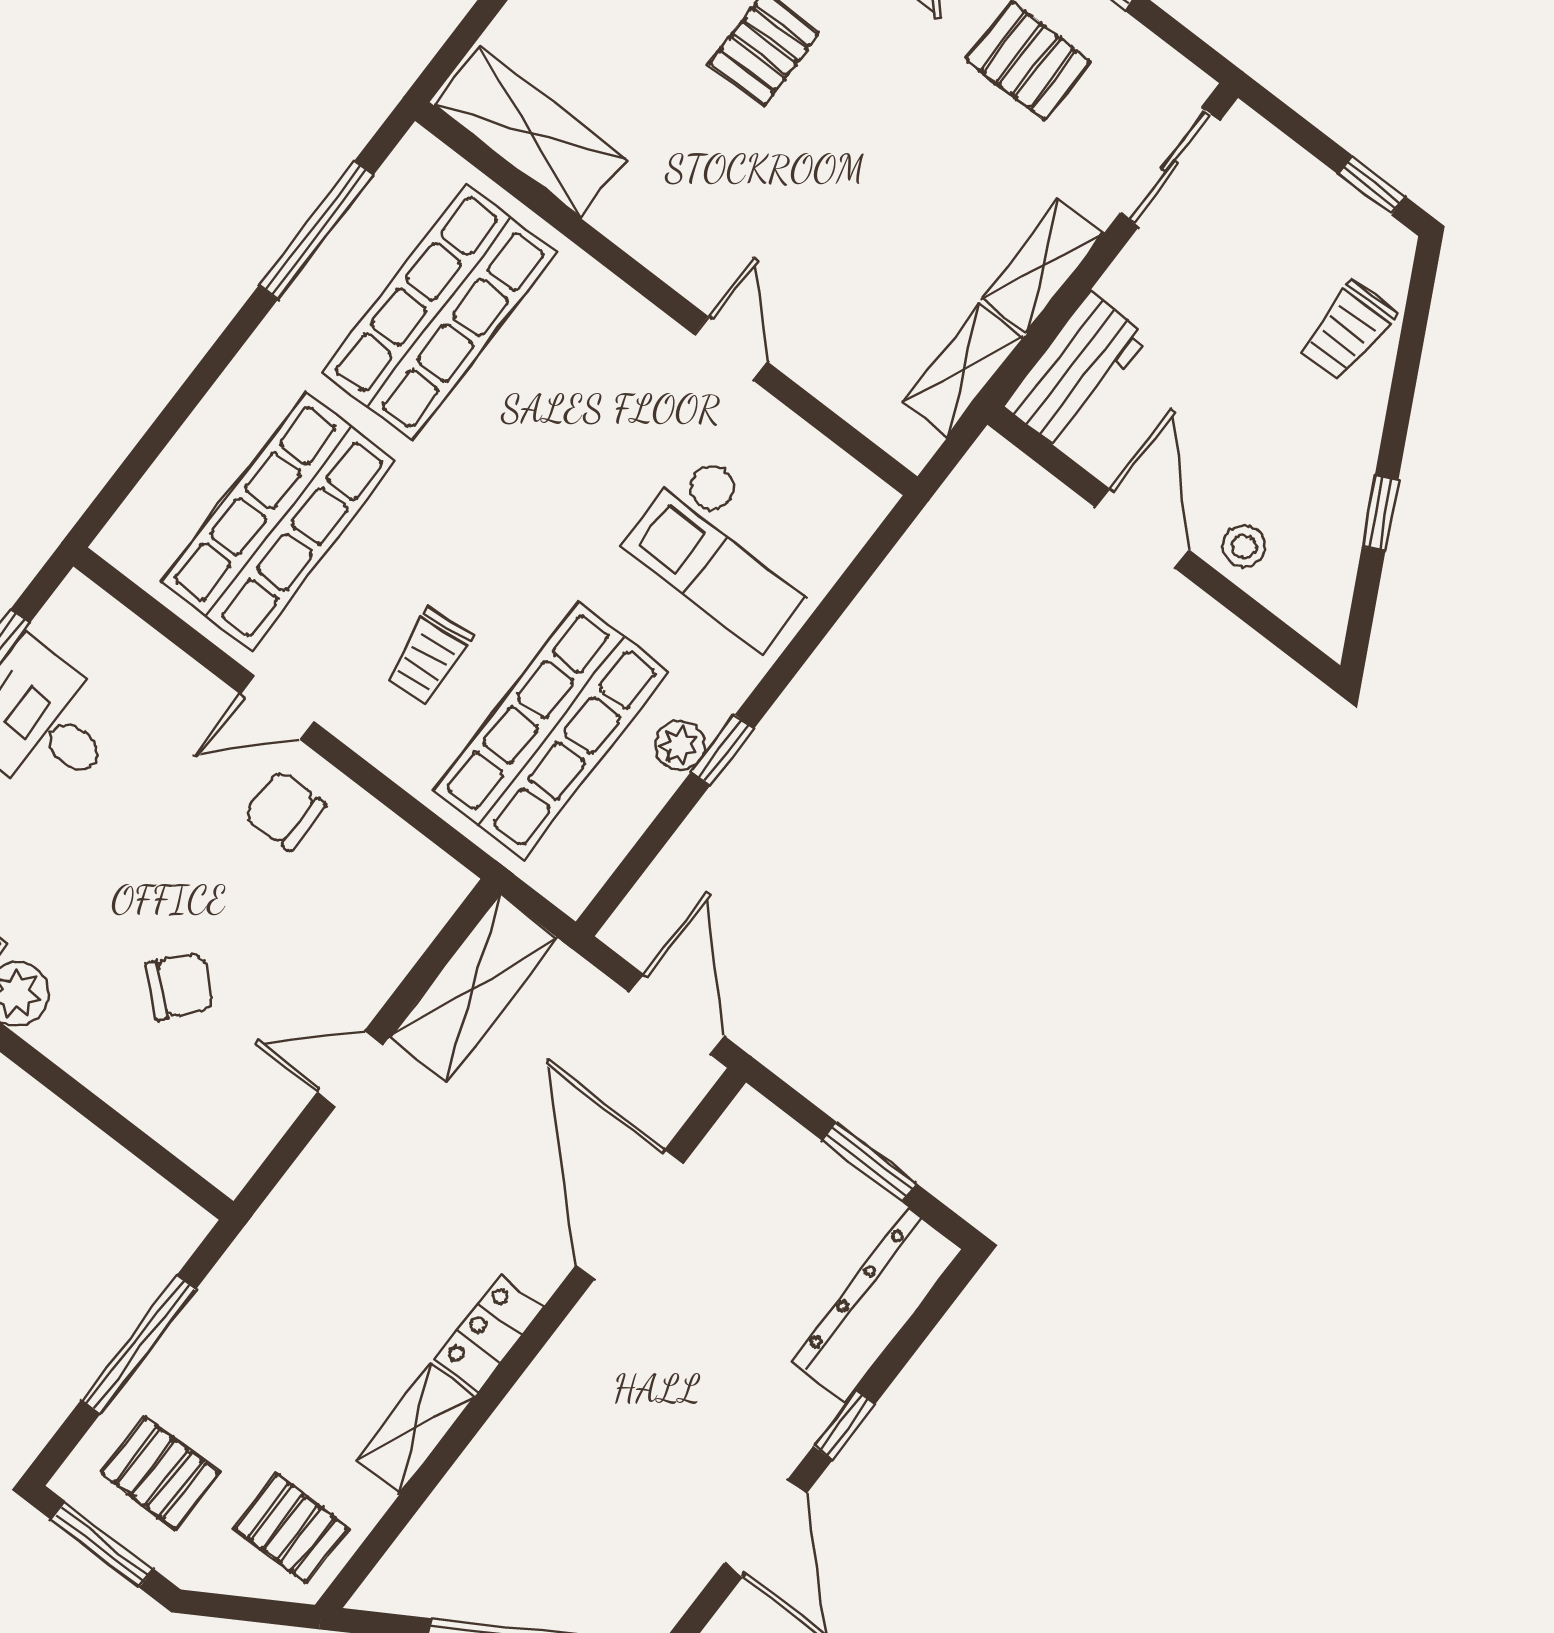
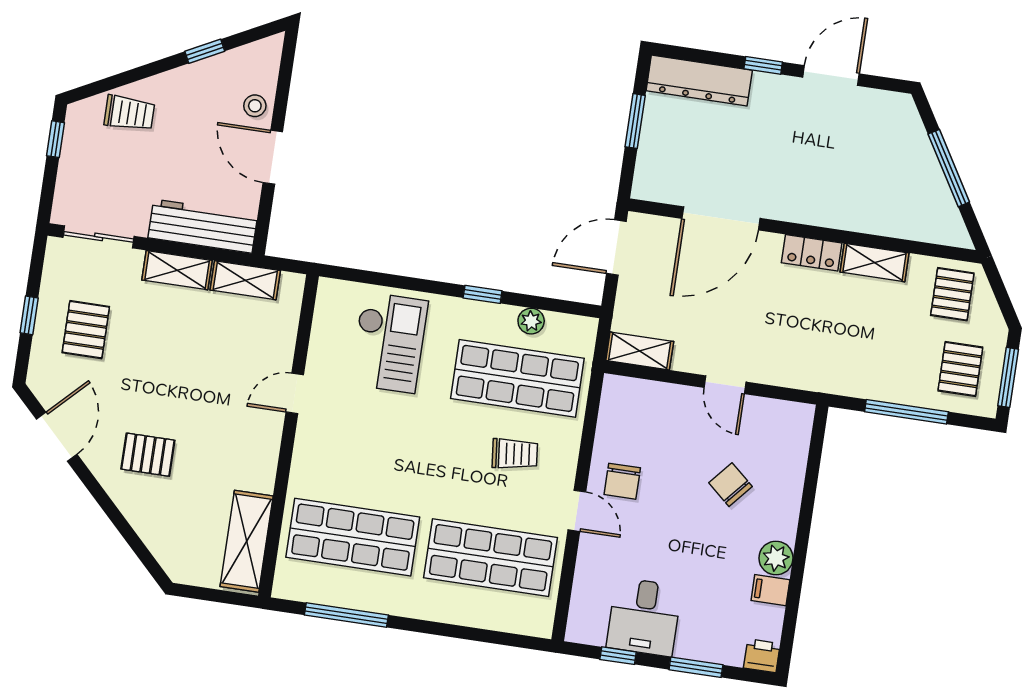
workbench: (1076, 371) -> (203, 226), width x1.38
door: (1142, 528) -> (273, 157), hinge flipped
plant: (680, 746) -> (531, 321), moved
shelving: (473, 988) -> (640, 351), width x0.67, depth x0.75

